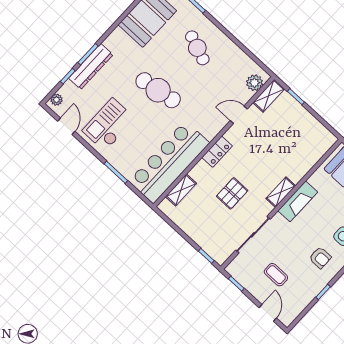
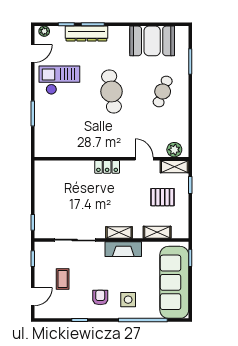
bar counter: (169, 162) -> (71, 142), removed
shelving: (181, 190) -> (157, 232), moved
pallet: (232, 193) -> (163, 197), moved
armchair: (320, 258) -> (100, 297), turned 180

